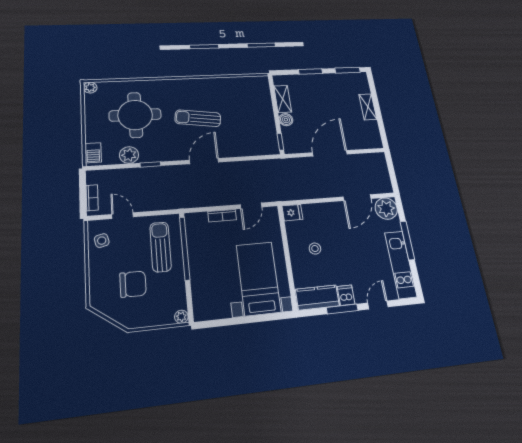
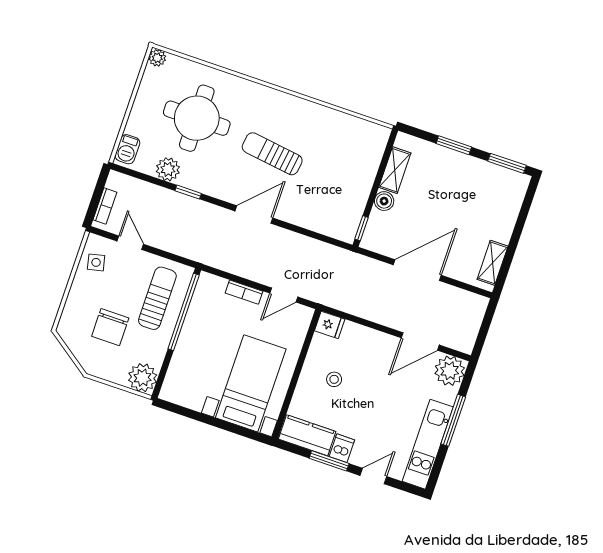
shelving: (368, 107) -> (493, 263), moved
chair: (133, 284) -> (110, 327), turned 90
plant: (181, 317) -> (143, 378), width x1.87, depth x1.87

